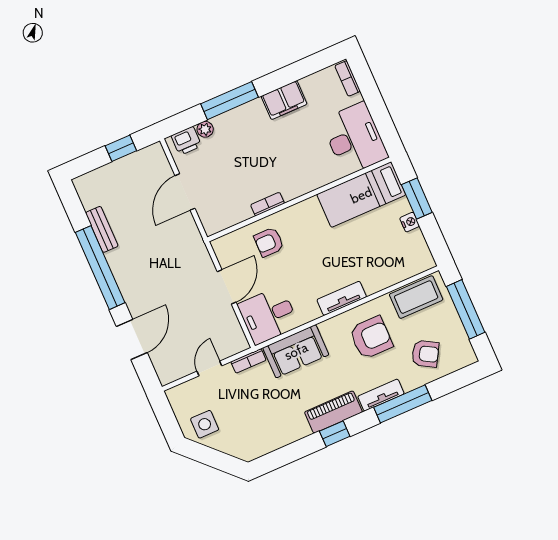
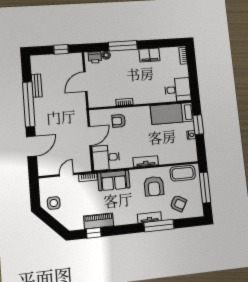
desk: (355, 139) -> (178, 90), width x0.73
armchair: (371, 338) -> (154, 186), turned 90
piano: (333, 412) -> (99, 221), moved
window: (335, 434) -> (94, 233), moved

